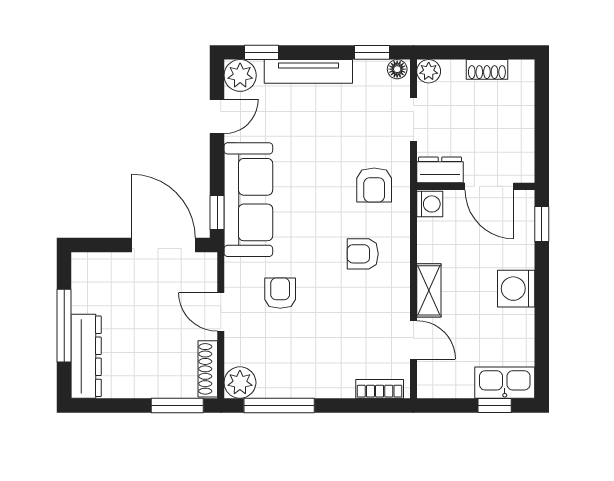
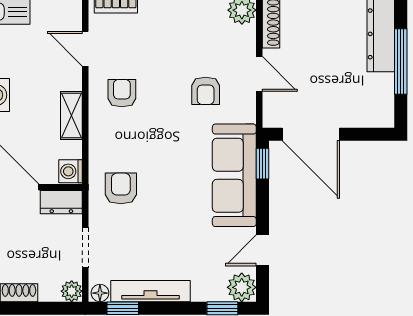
tv unit: (308, 71) -> (150, 291), moved
armchair: (363, 254) -> (122, 93), moved, turned -90
shelving: (429, 290) -> (71, 116), moved

